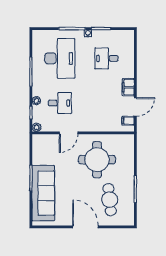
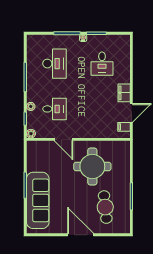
desk: (60, 58) -> (55, 64), width x0.73, depth x0.77
desk: (106, 58) -> (102, 64), turned -90
door: (69, 133) -> (63, 139), hinge flipped

